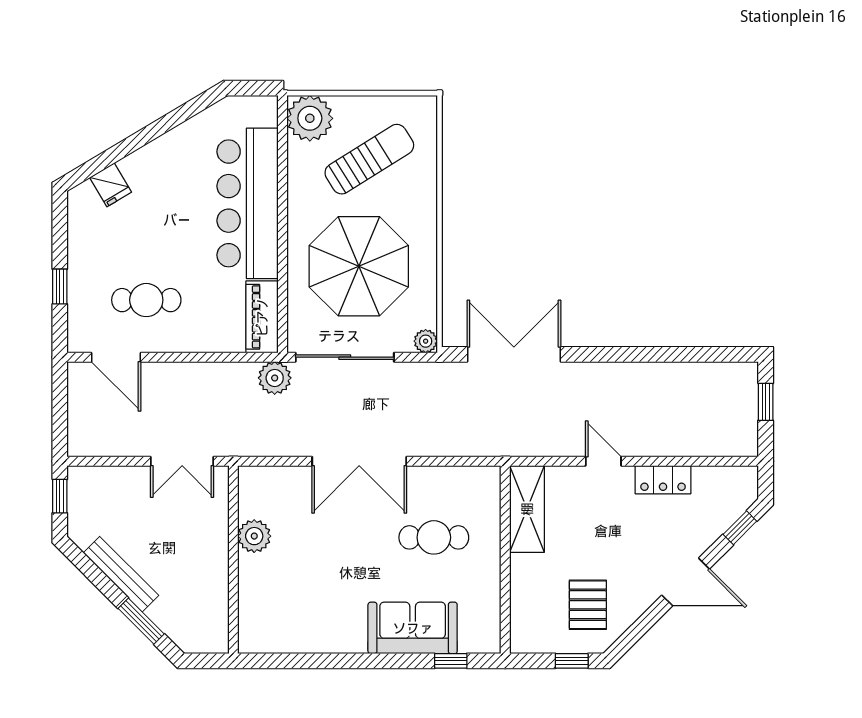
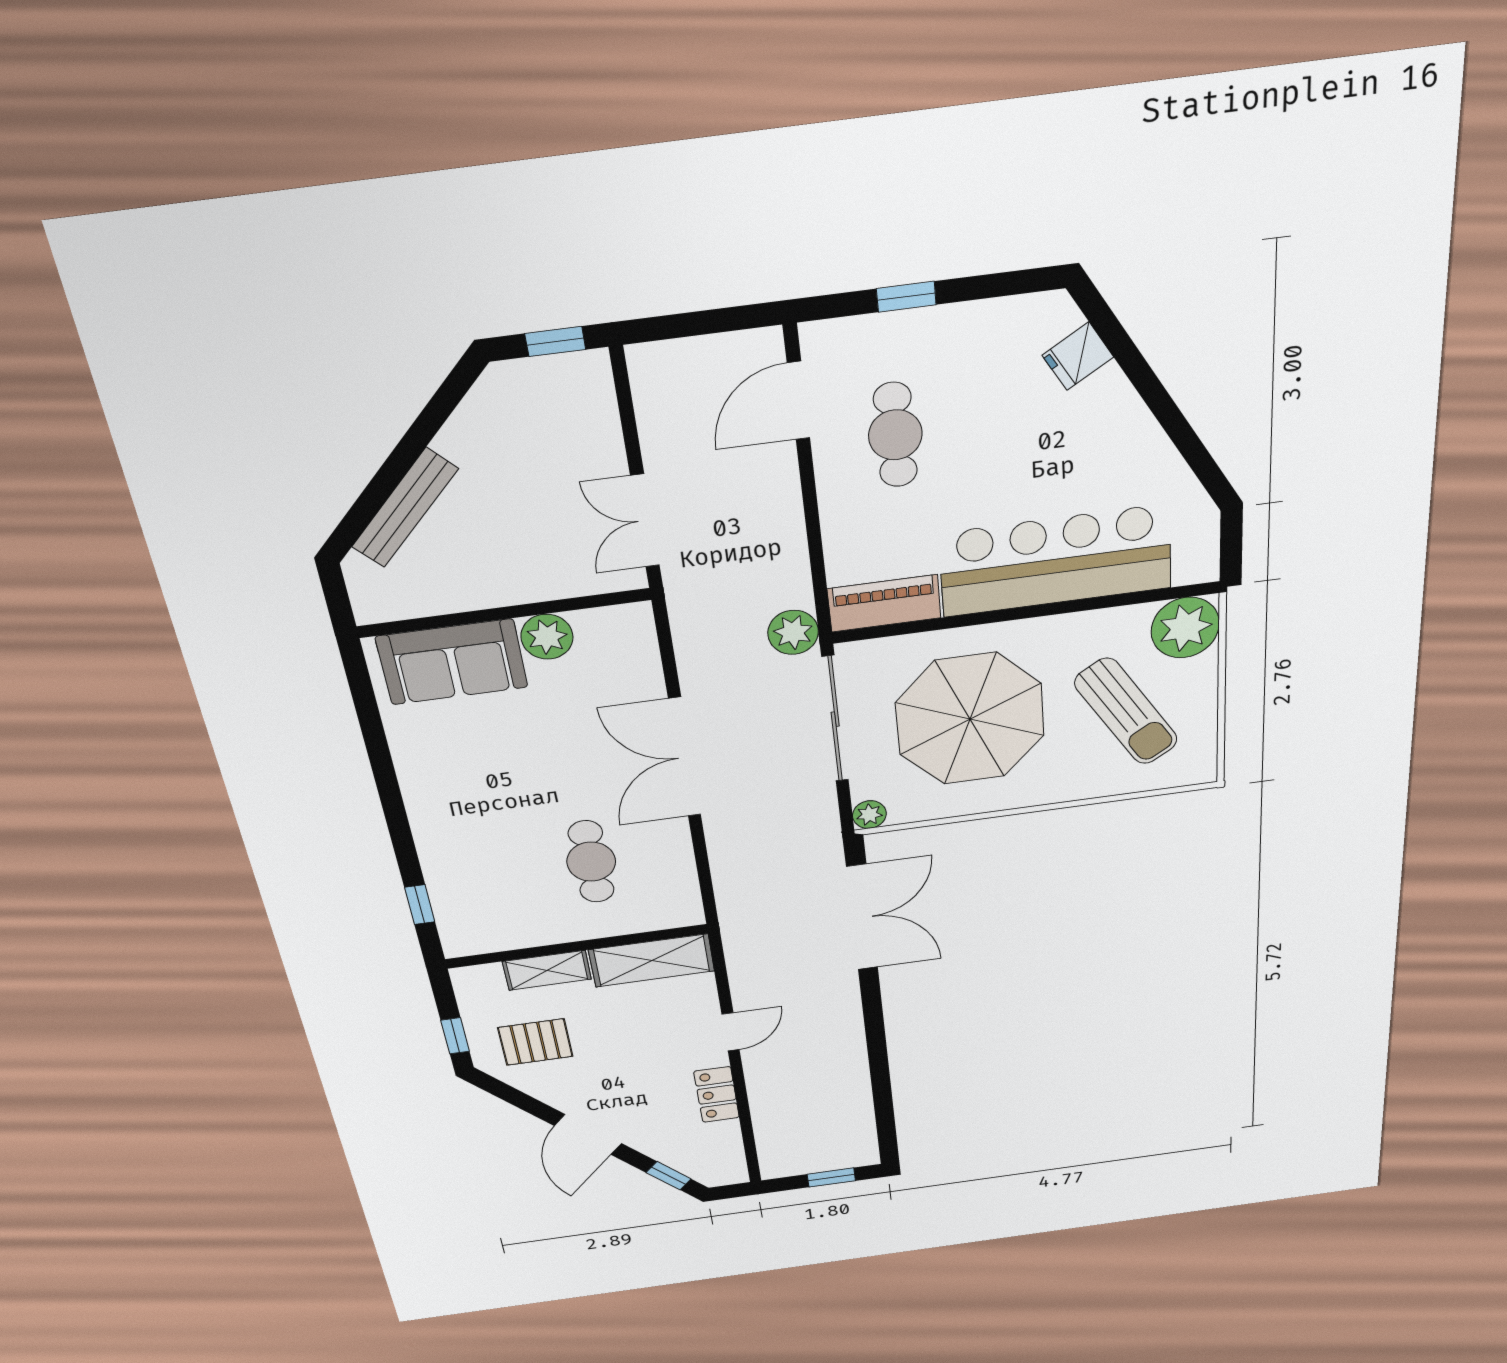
bench: (121, 574) -> (405, 508), moved
shelving: (523, 584) -> (547, 970), added
window: (141, 621) -> (376, 494), removed
sofa: (413, 628) -> (452, 662), moved, turned 90

